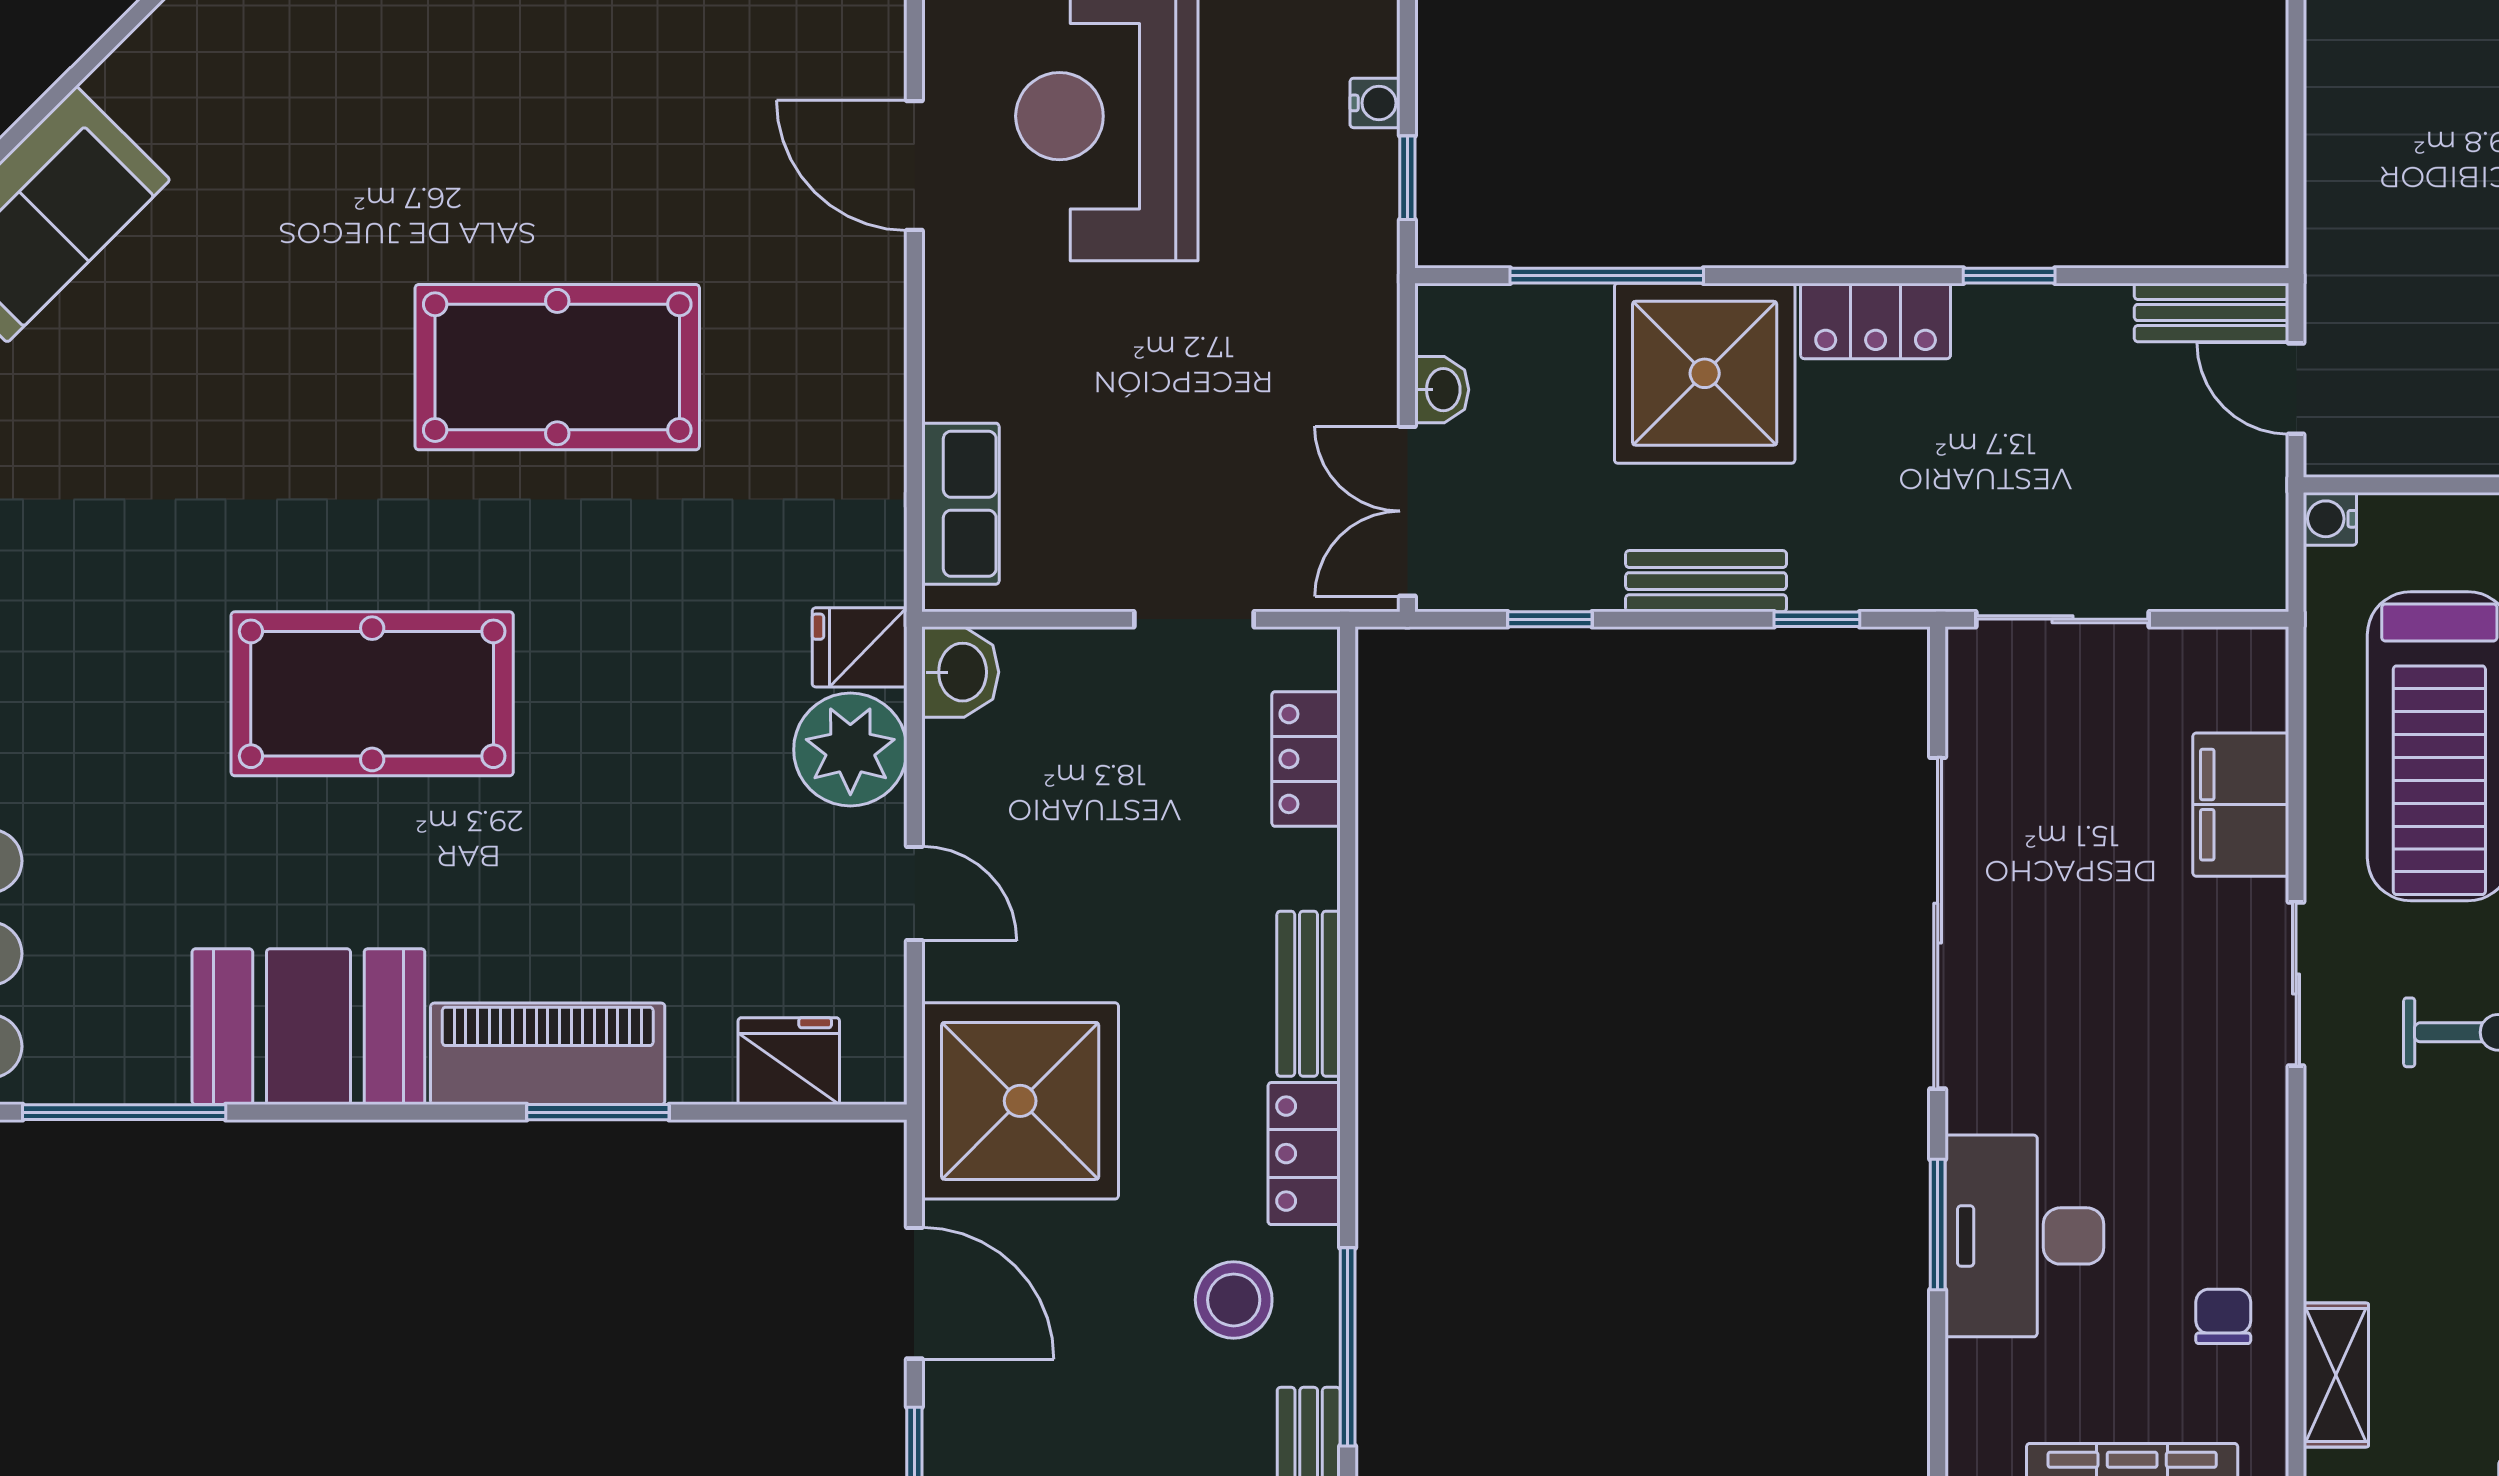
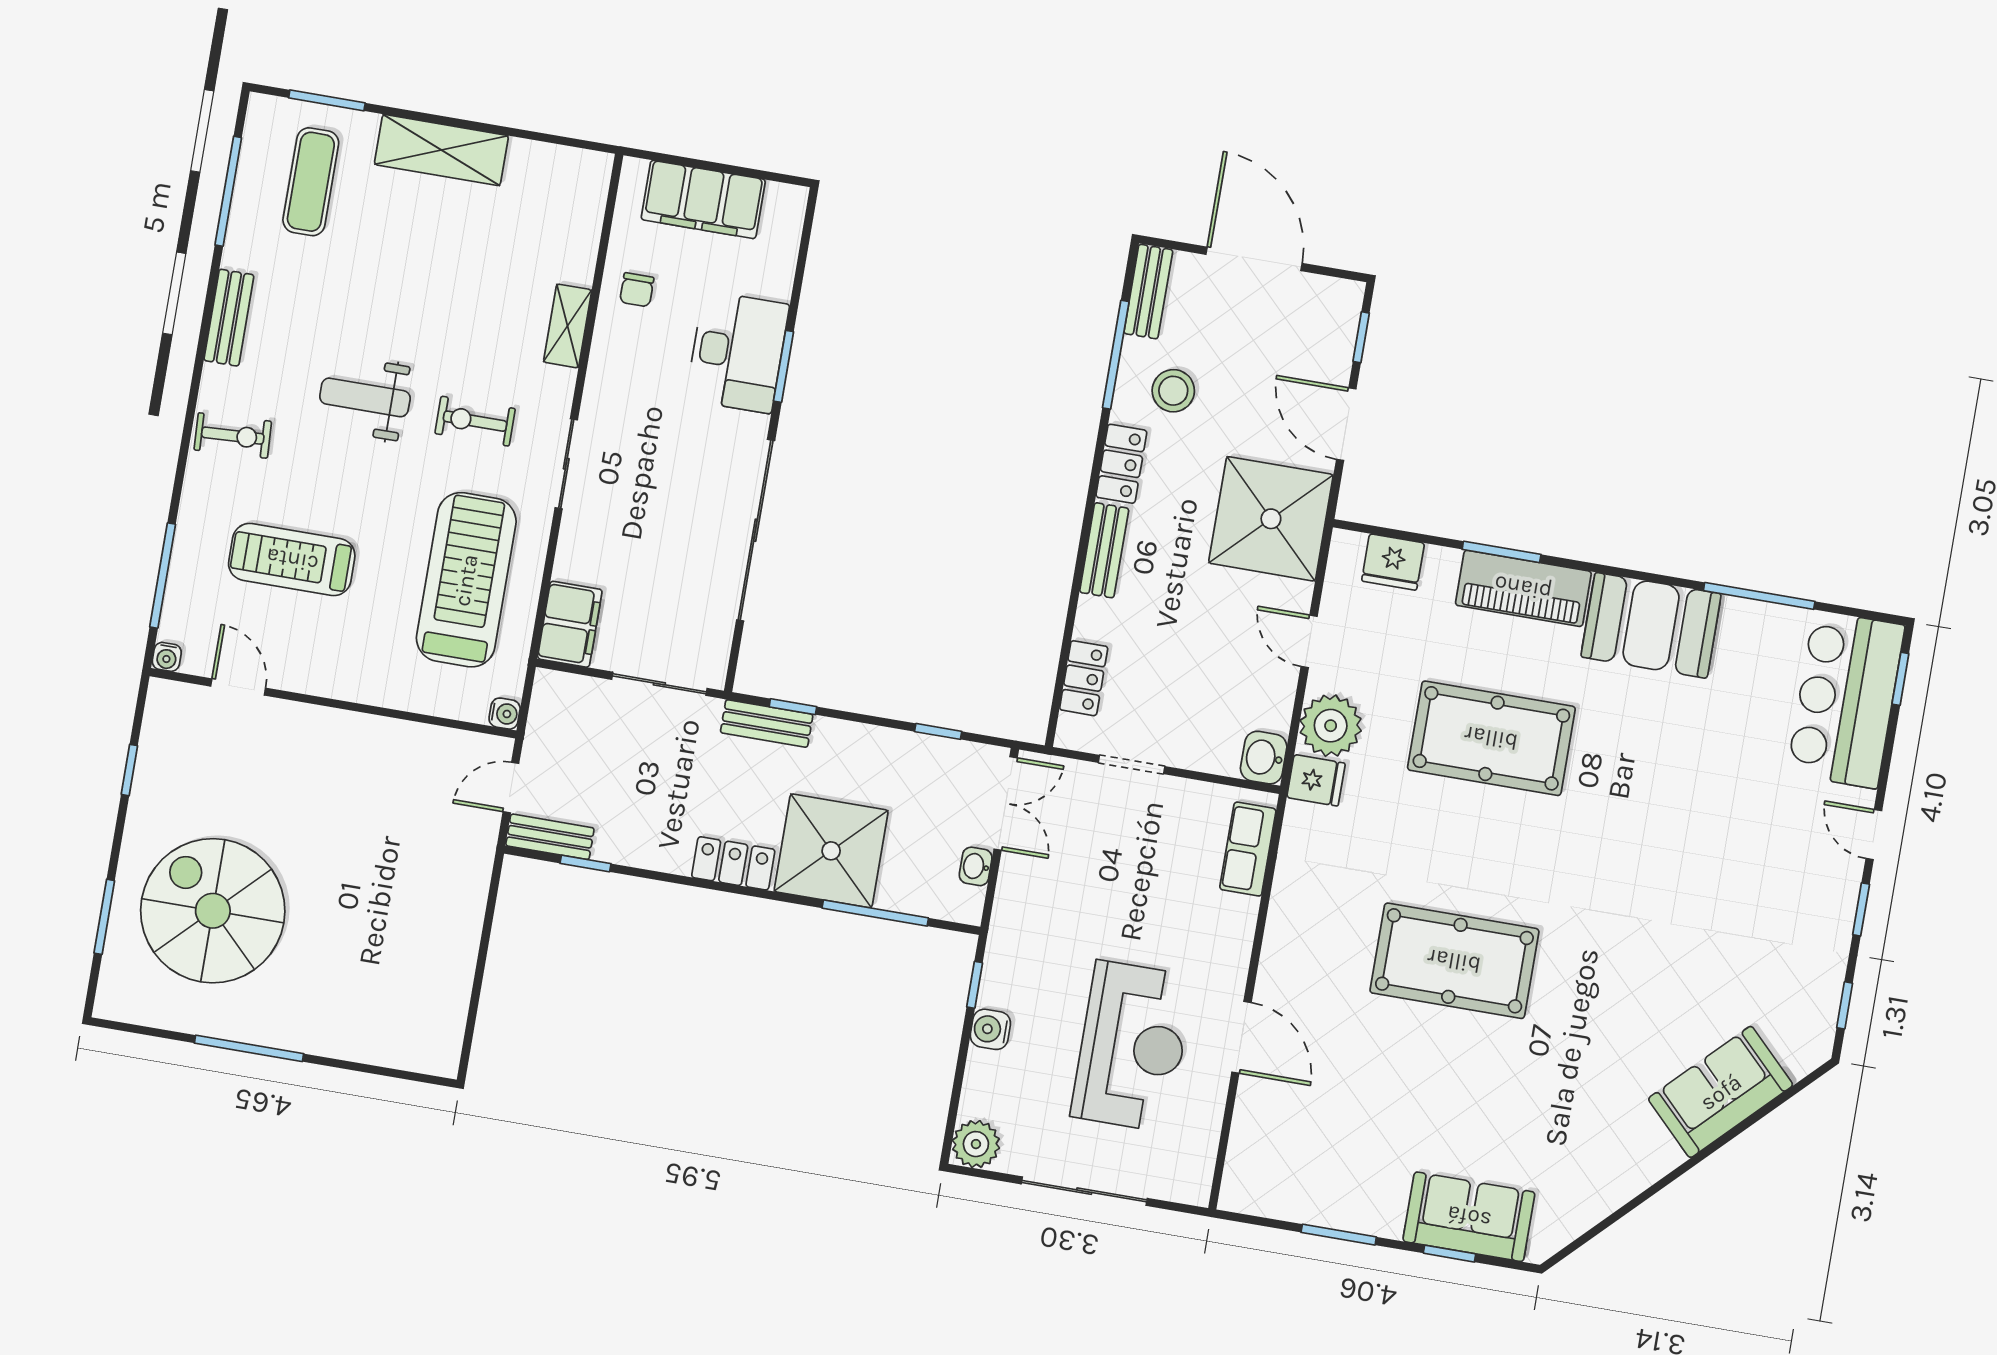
water cooler: (1375, 103) -> (990, 1029), width x1.38, depth x1.38
window: (2009, 276) -> (586, 863), moved
door: (2296, 389) -> (511, 788), swing flipped
bench: (1706, 581) -> (767, 724), moved
pool table: (372, 694) -> (1491, 738), moved
filing cabinet: (2241, 805) -> (570, 624), moved
shelving: (2336, 1375) -> (568, 326), moved

